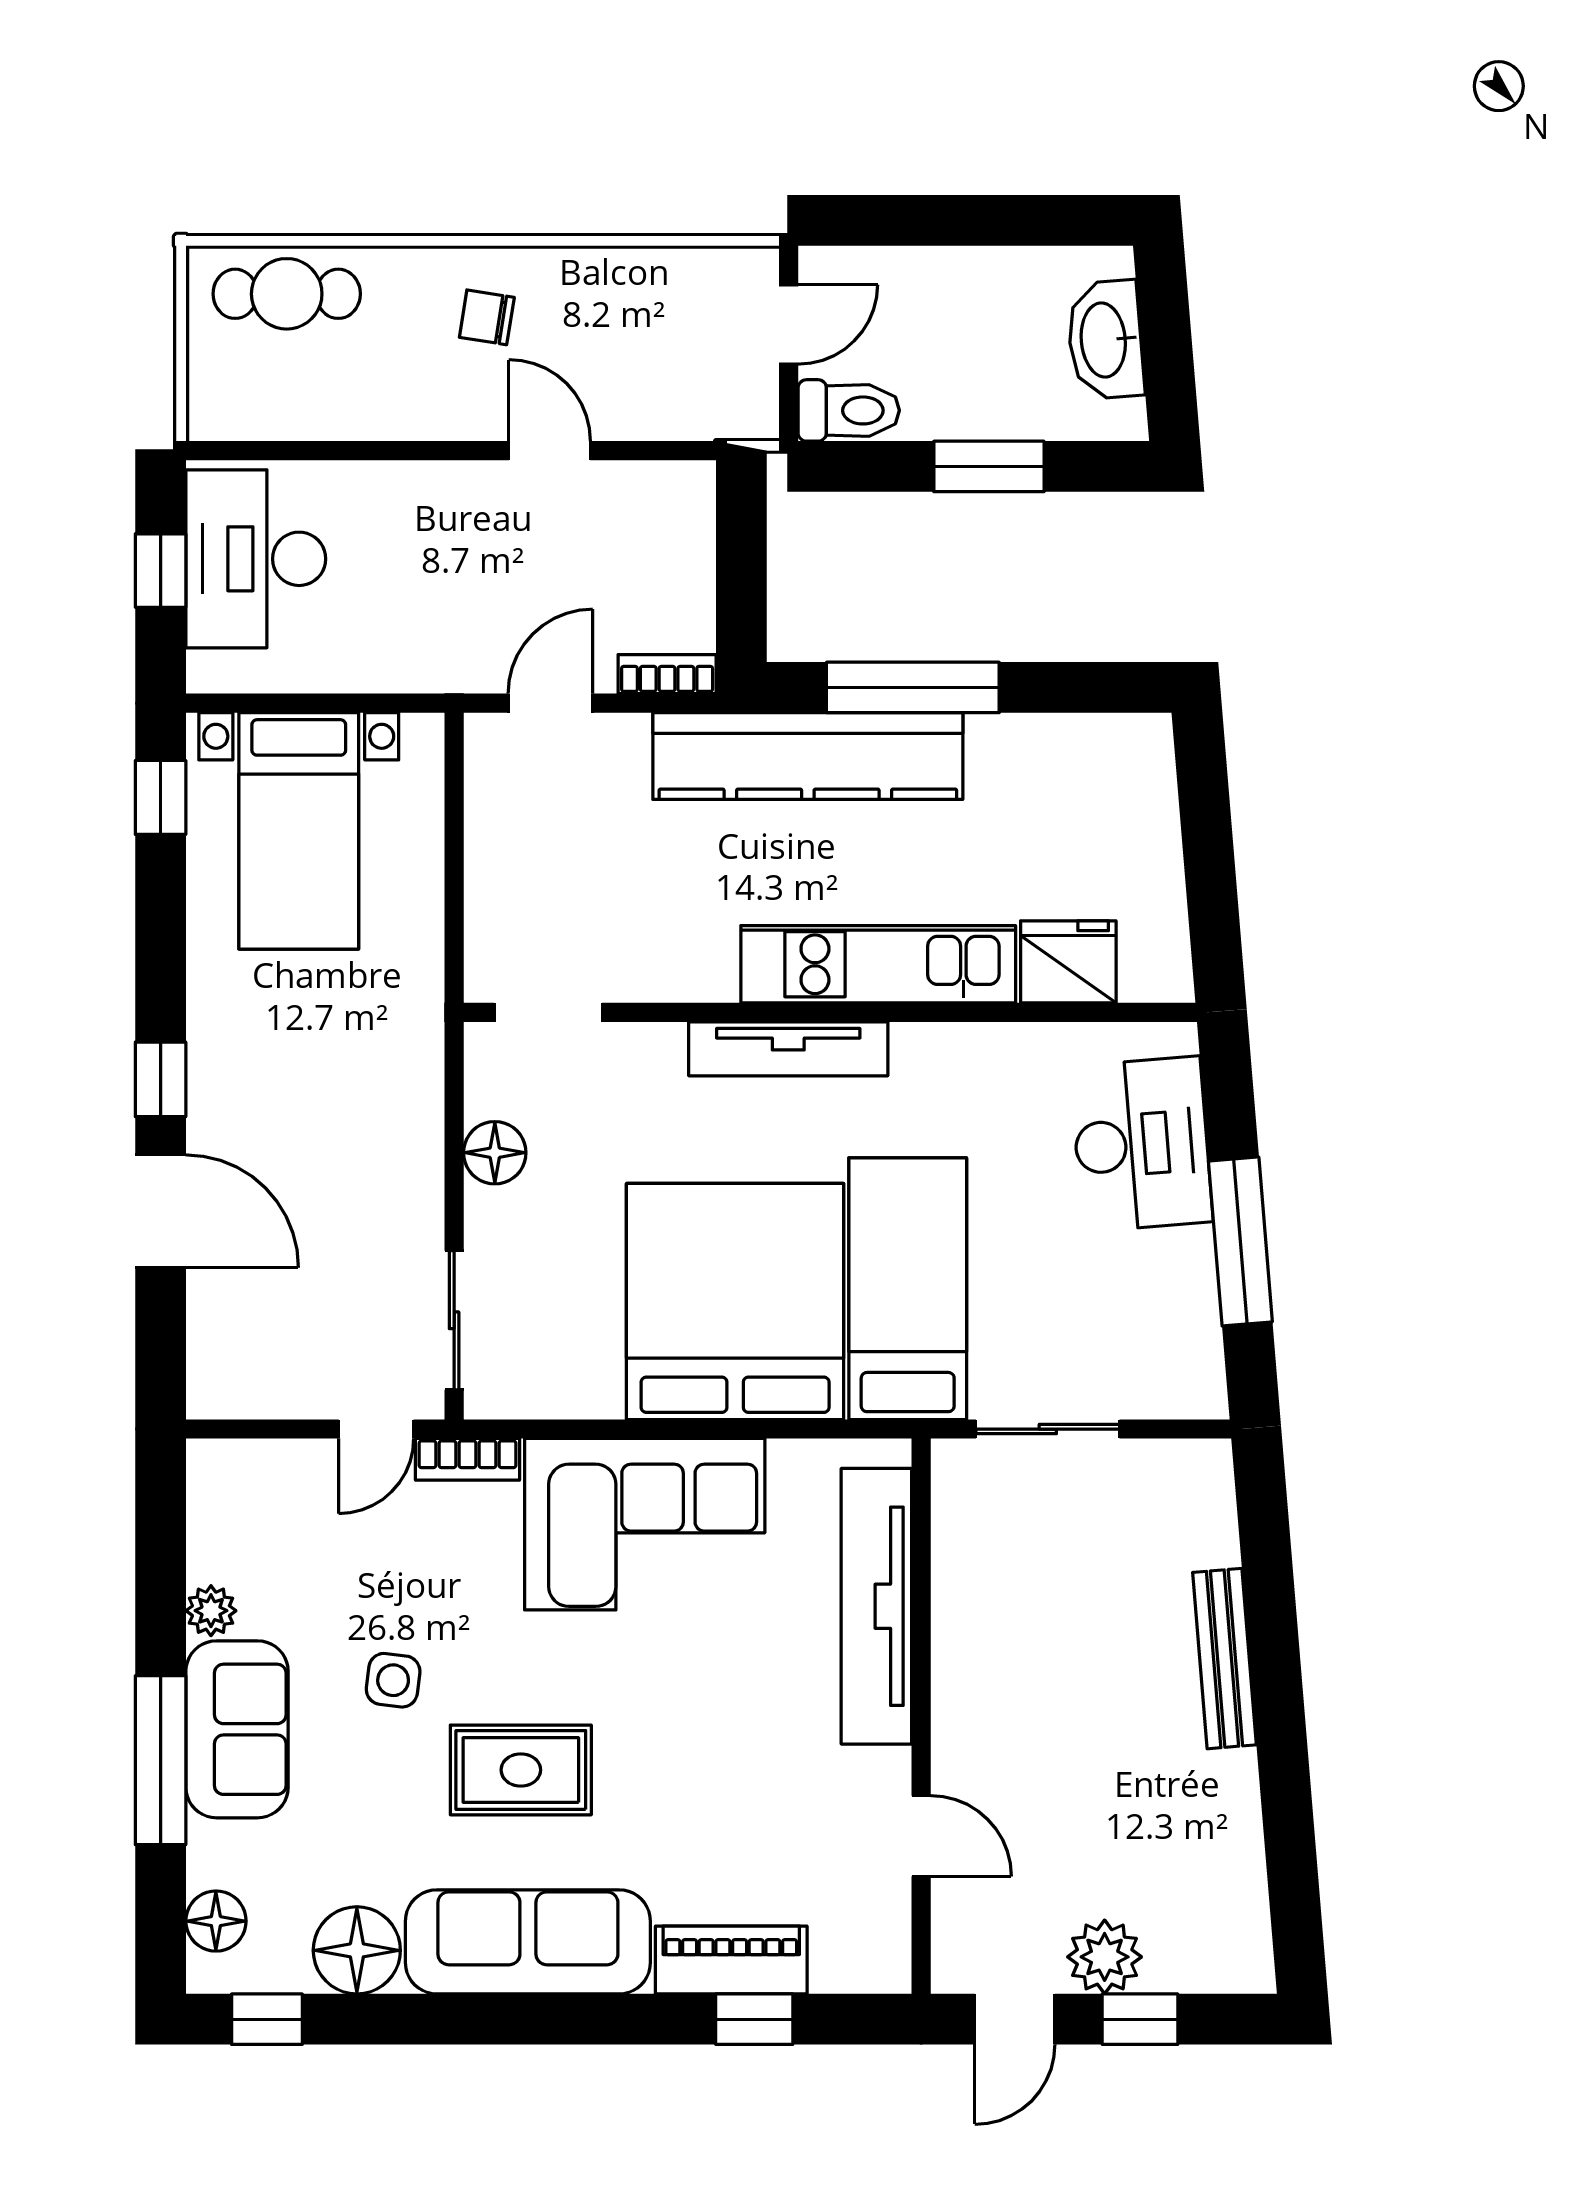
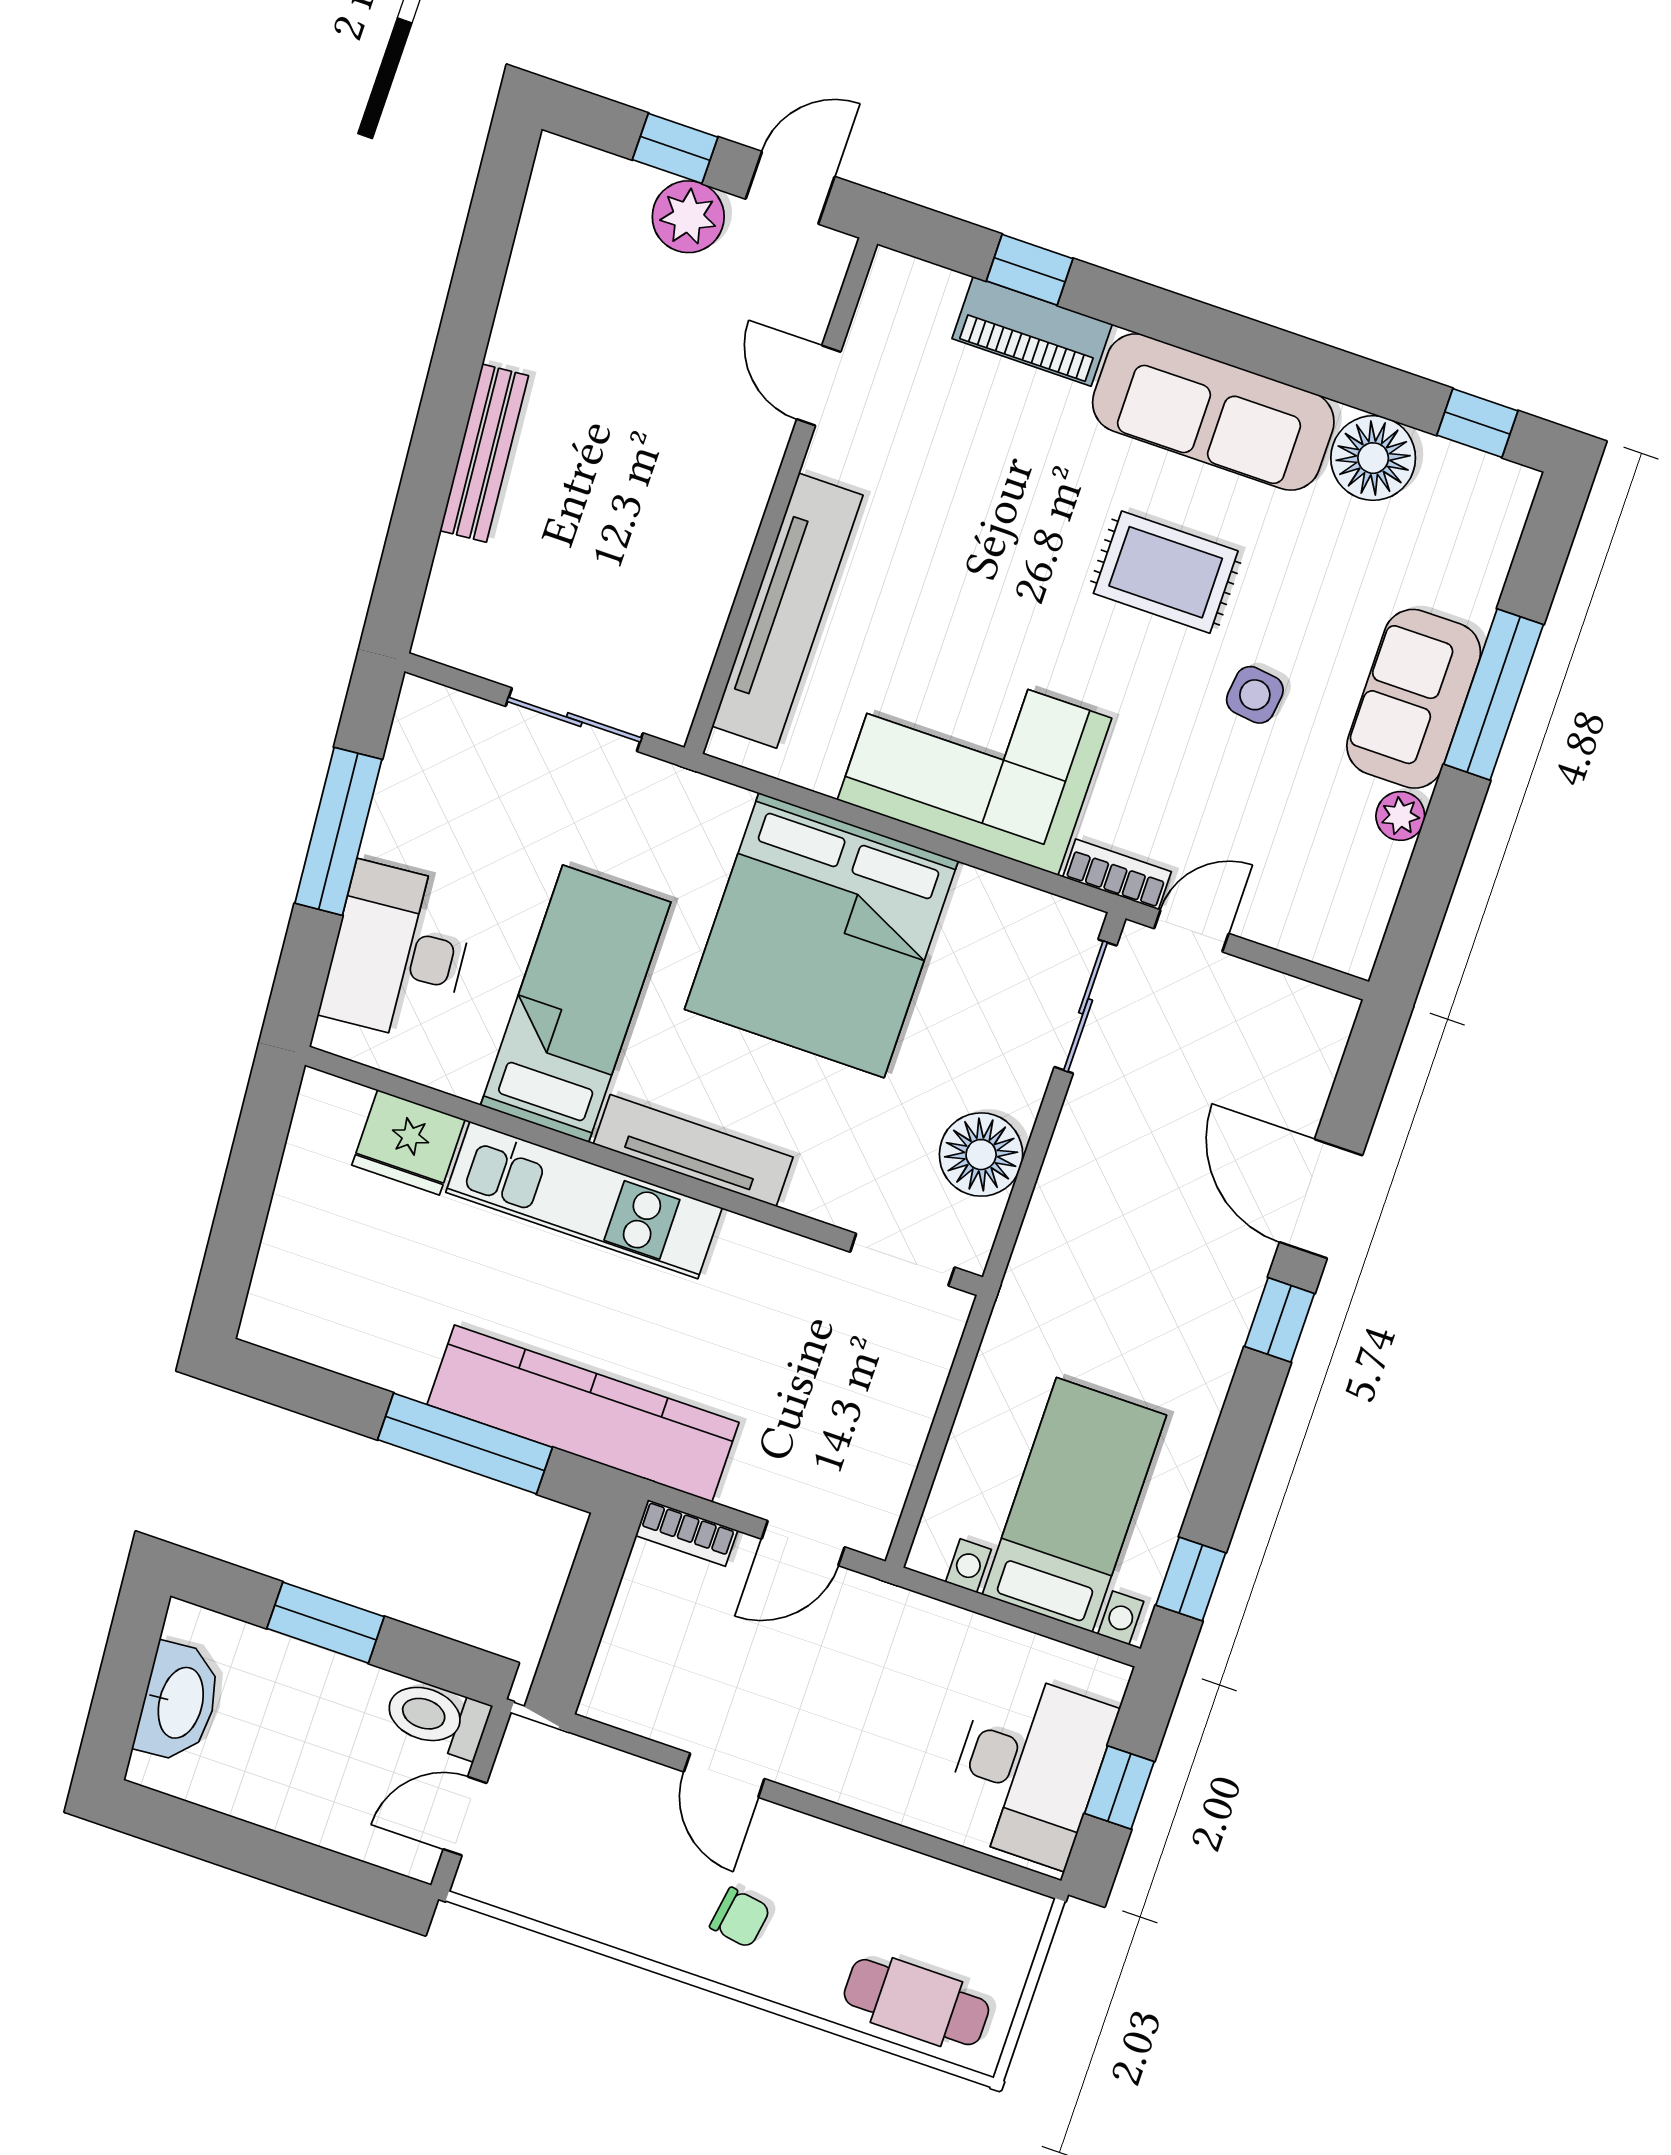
floor lamp: (495, 1153) -> (981, 1155), width x1.38, depth x1.38
bed: (908, 1289) -> (576, 1004), moved, turned 180
floor lamp: (216, 1921) -> (1493, 529), removed

